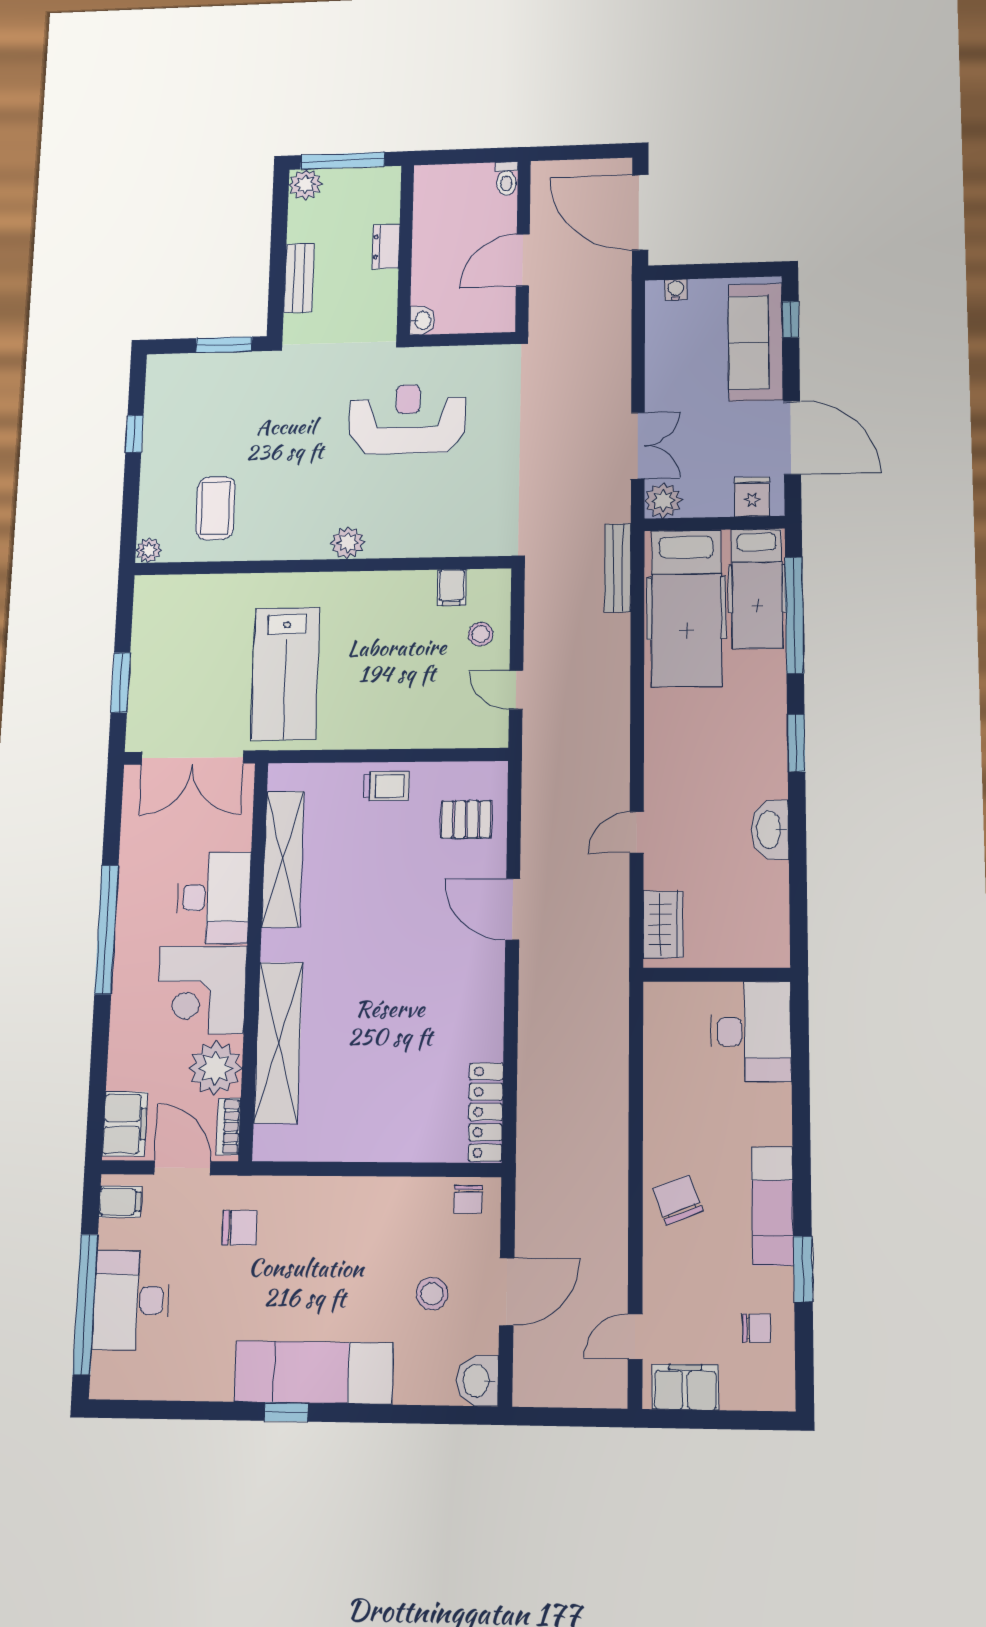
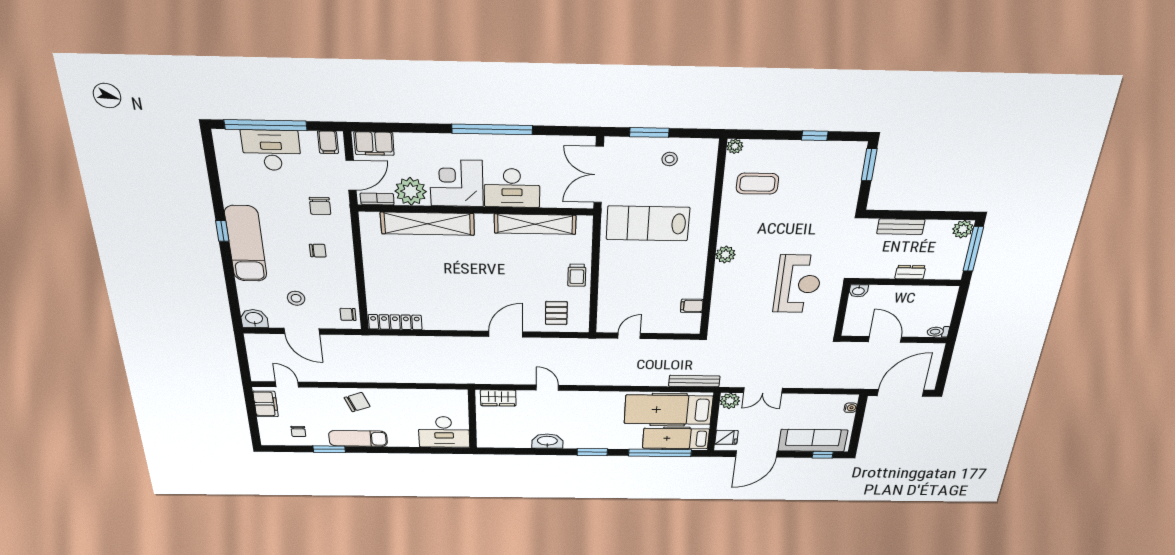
window: (224, 345) -> (869, 165), moved
stool: (481, 634) -> (670, 159), moved
chair: (330, 1242) -> (318, 251), added

